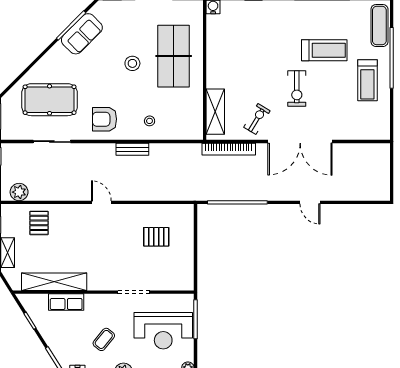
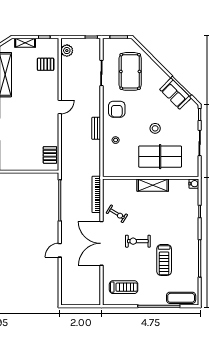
treadmill: (367, 80) -> (124, 287), moved, turned 180
shelving: (215, 112) -> (153, 185), moved
armchair: (105, 119) -> (117, 109), turned 180
pallet: (156, 237) -> (50, 155), moved

